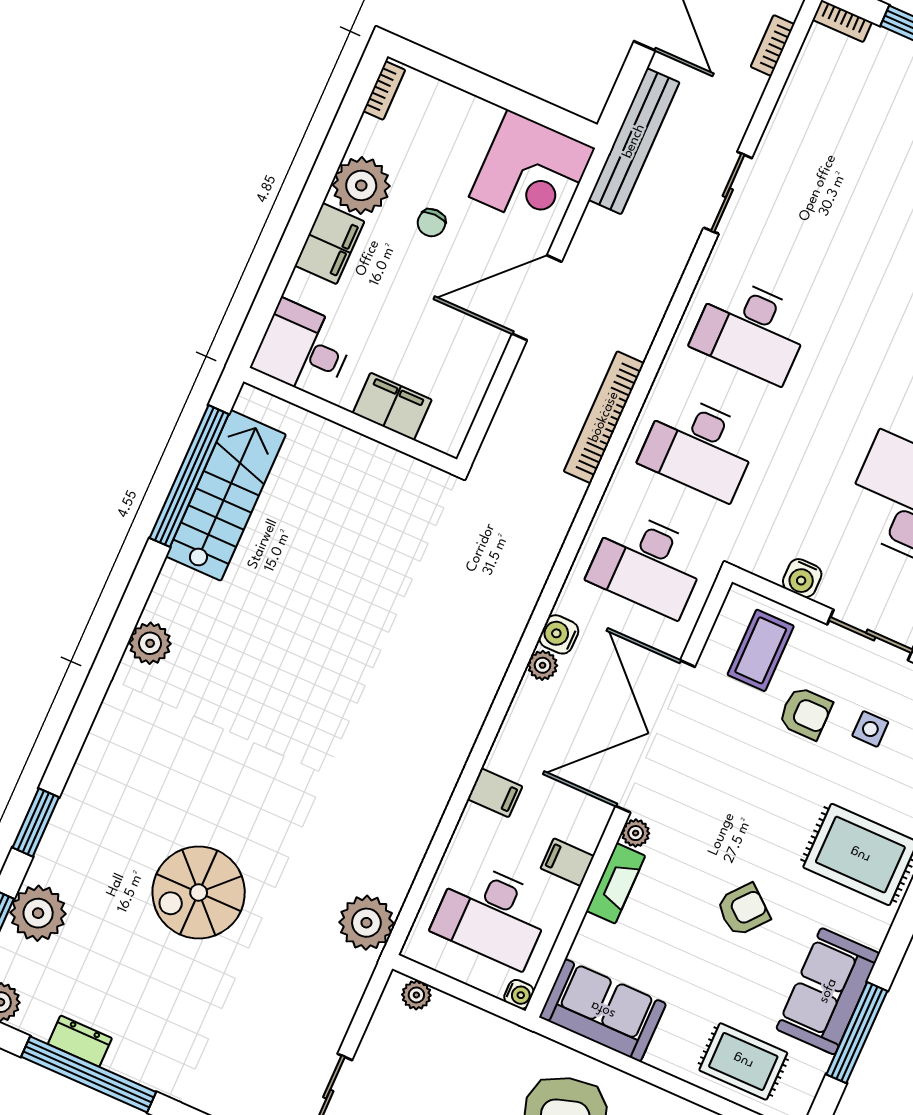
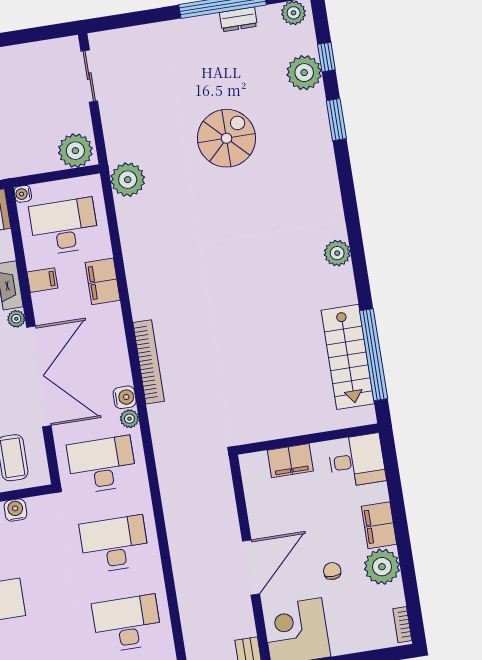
bookcase: (604, 417) -> (149, 362), moved
plant: (543, 665) -> (129, 419), moved
filing cabinet: (495, 793) -> (103, 281), width x2.00
plant: (416, 995) -> (75, 151), width x1.88, depth x1.88

